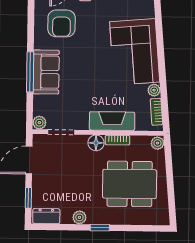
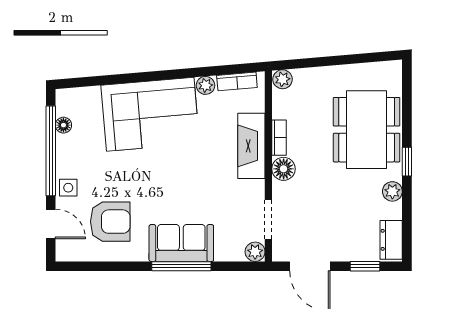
dining table: (130, 184) -> (367, 130), moved

